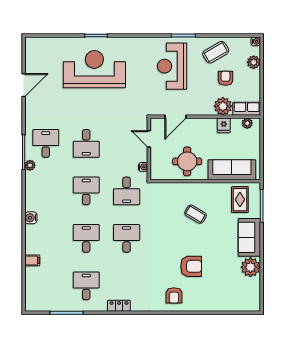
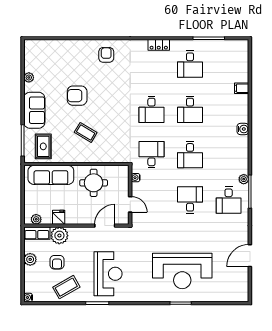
plant: (254, 62) -> (30, 259), moved
armchair: (191, 266) -> (77, 96), moved
plant: (251, 267) -> (29, 77), width x0.53, depth x0.53

